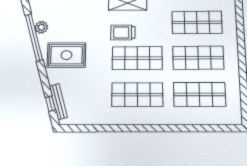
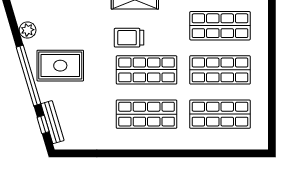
window: (34, 37) -> (29, 76), moved

